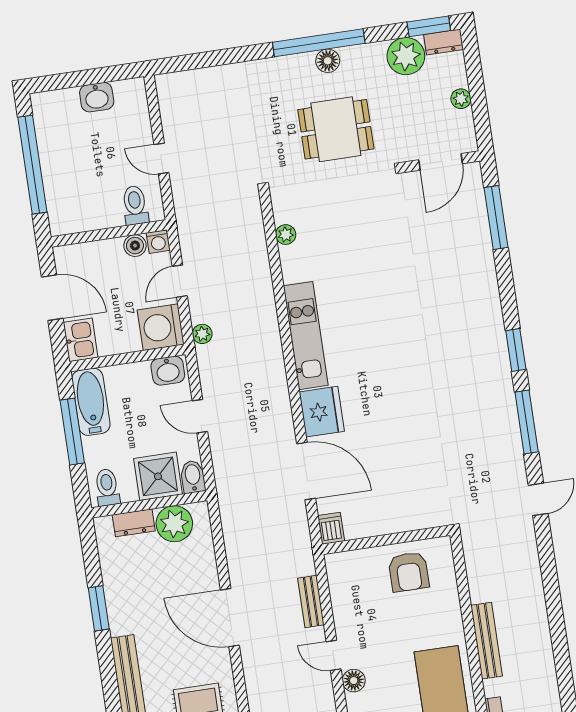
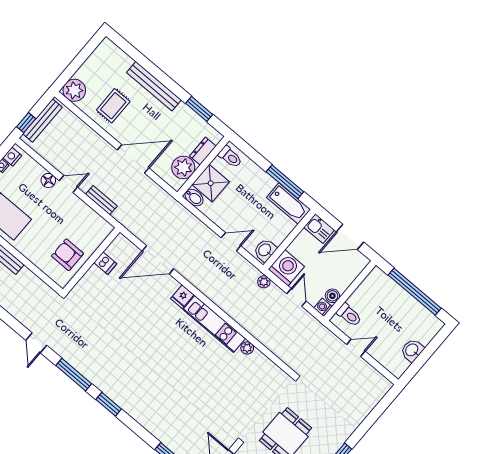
plant: (286, 235) -> (247, 348), moved
fridge: (322, 412) -> (182, 297), width x0.53, depth x0.75
shower: (158, 476) -> (211, 183), moved
bidet: (193, 477) -> (194, 197), moved
toilet: (107, 487) -> (230, 157), moved
wall: (149, 504) -> (203, 166), moved
dresser: (134, 523) -> (203, 151), moved
plant: (174, 524) -> (183, 168), moved
dishwasher: (331, 528) -> (105, 263), moved

